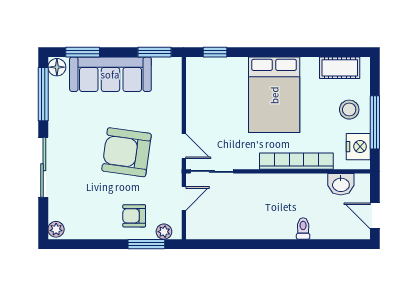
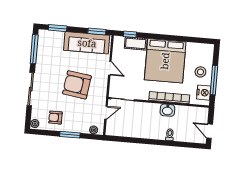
floor lamp: (57, 67) -> (43, 35), removed
cot: (340, 68) -> (136, 43), moved
sofa: (110, 74) -> (87, 43), moved
bed: (274, 95) -> (165, 61), width x1.36
door: (184, 146) -> (110, 68), moved
washbasin: (341, 184) -> (167, 110), moved
armchair: (134, 216) -> (55, 118), moved
window: (146, 244) -> (70, 135), moved

